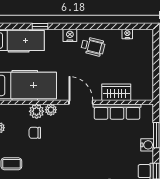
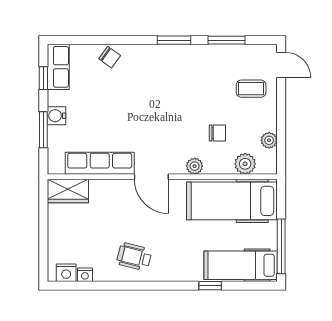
nightstand: (70, 35) -> (66, 273), moved
wardrobe: (116, 92) -> (68, 191), moved
plant: (37, 111) -> (245, 164), moved

